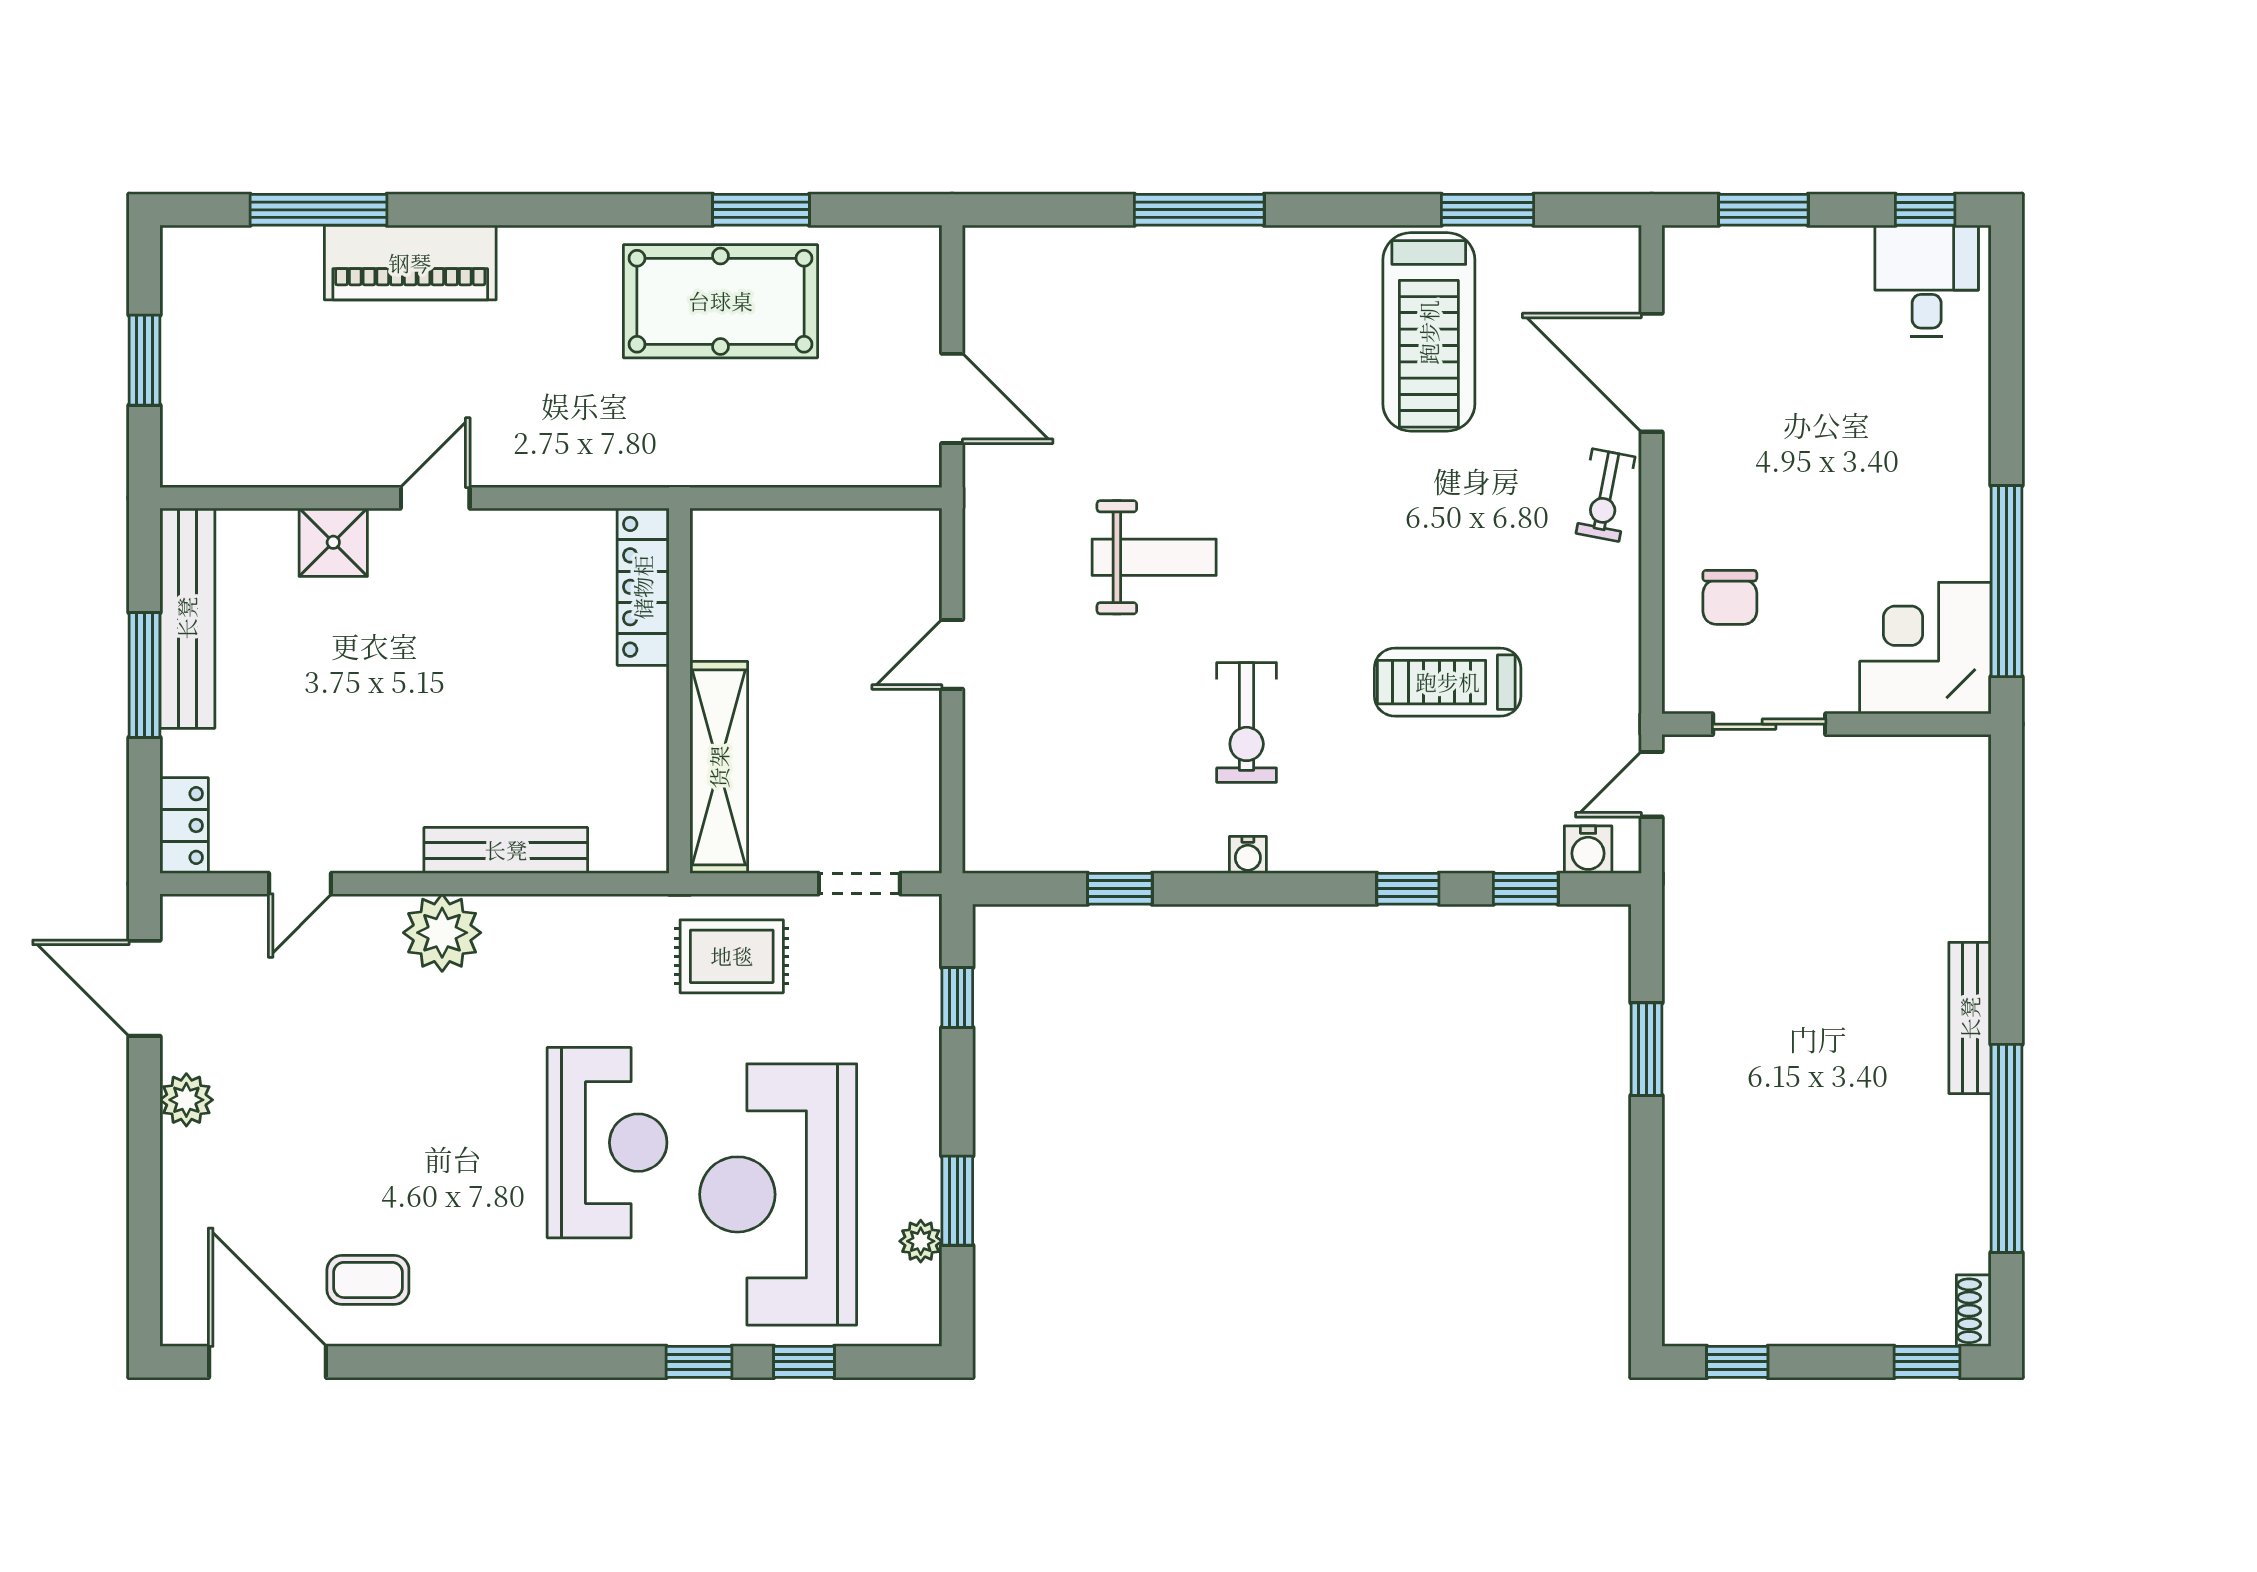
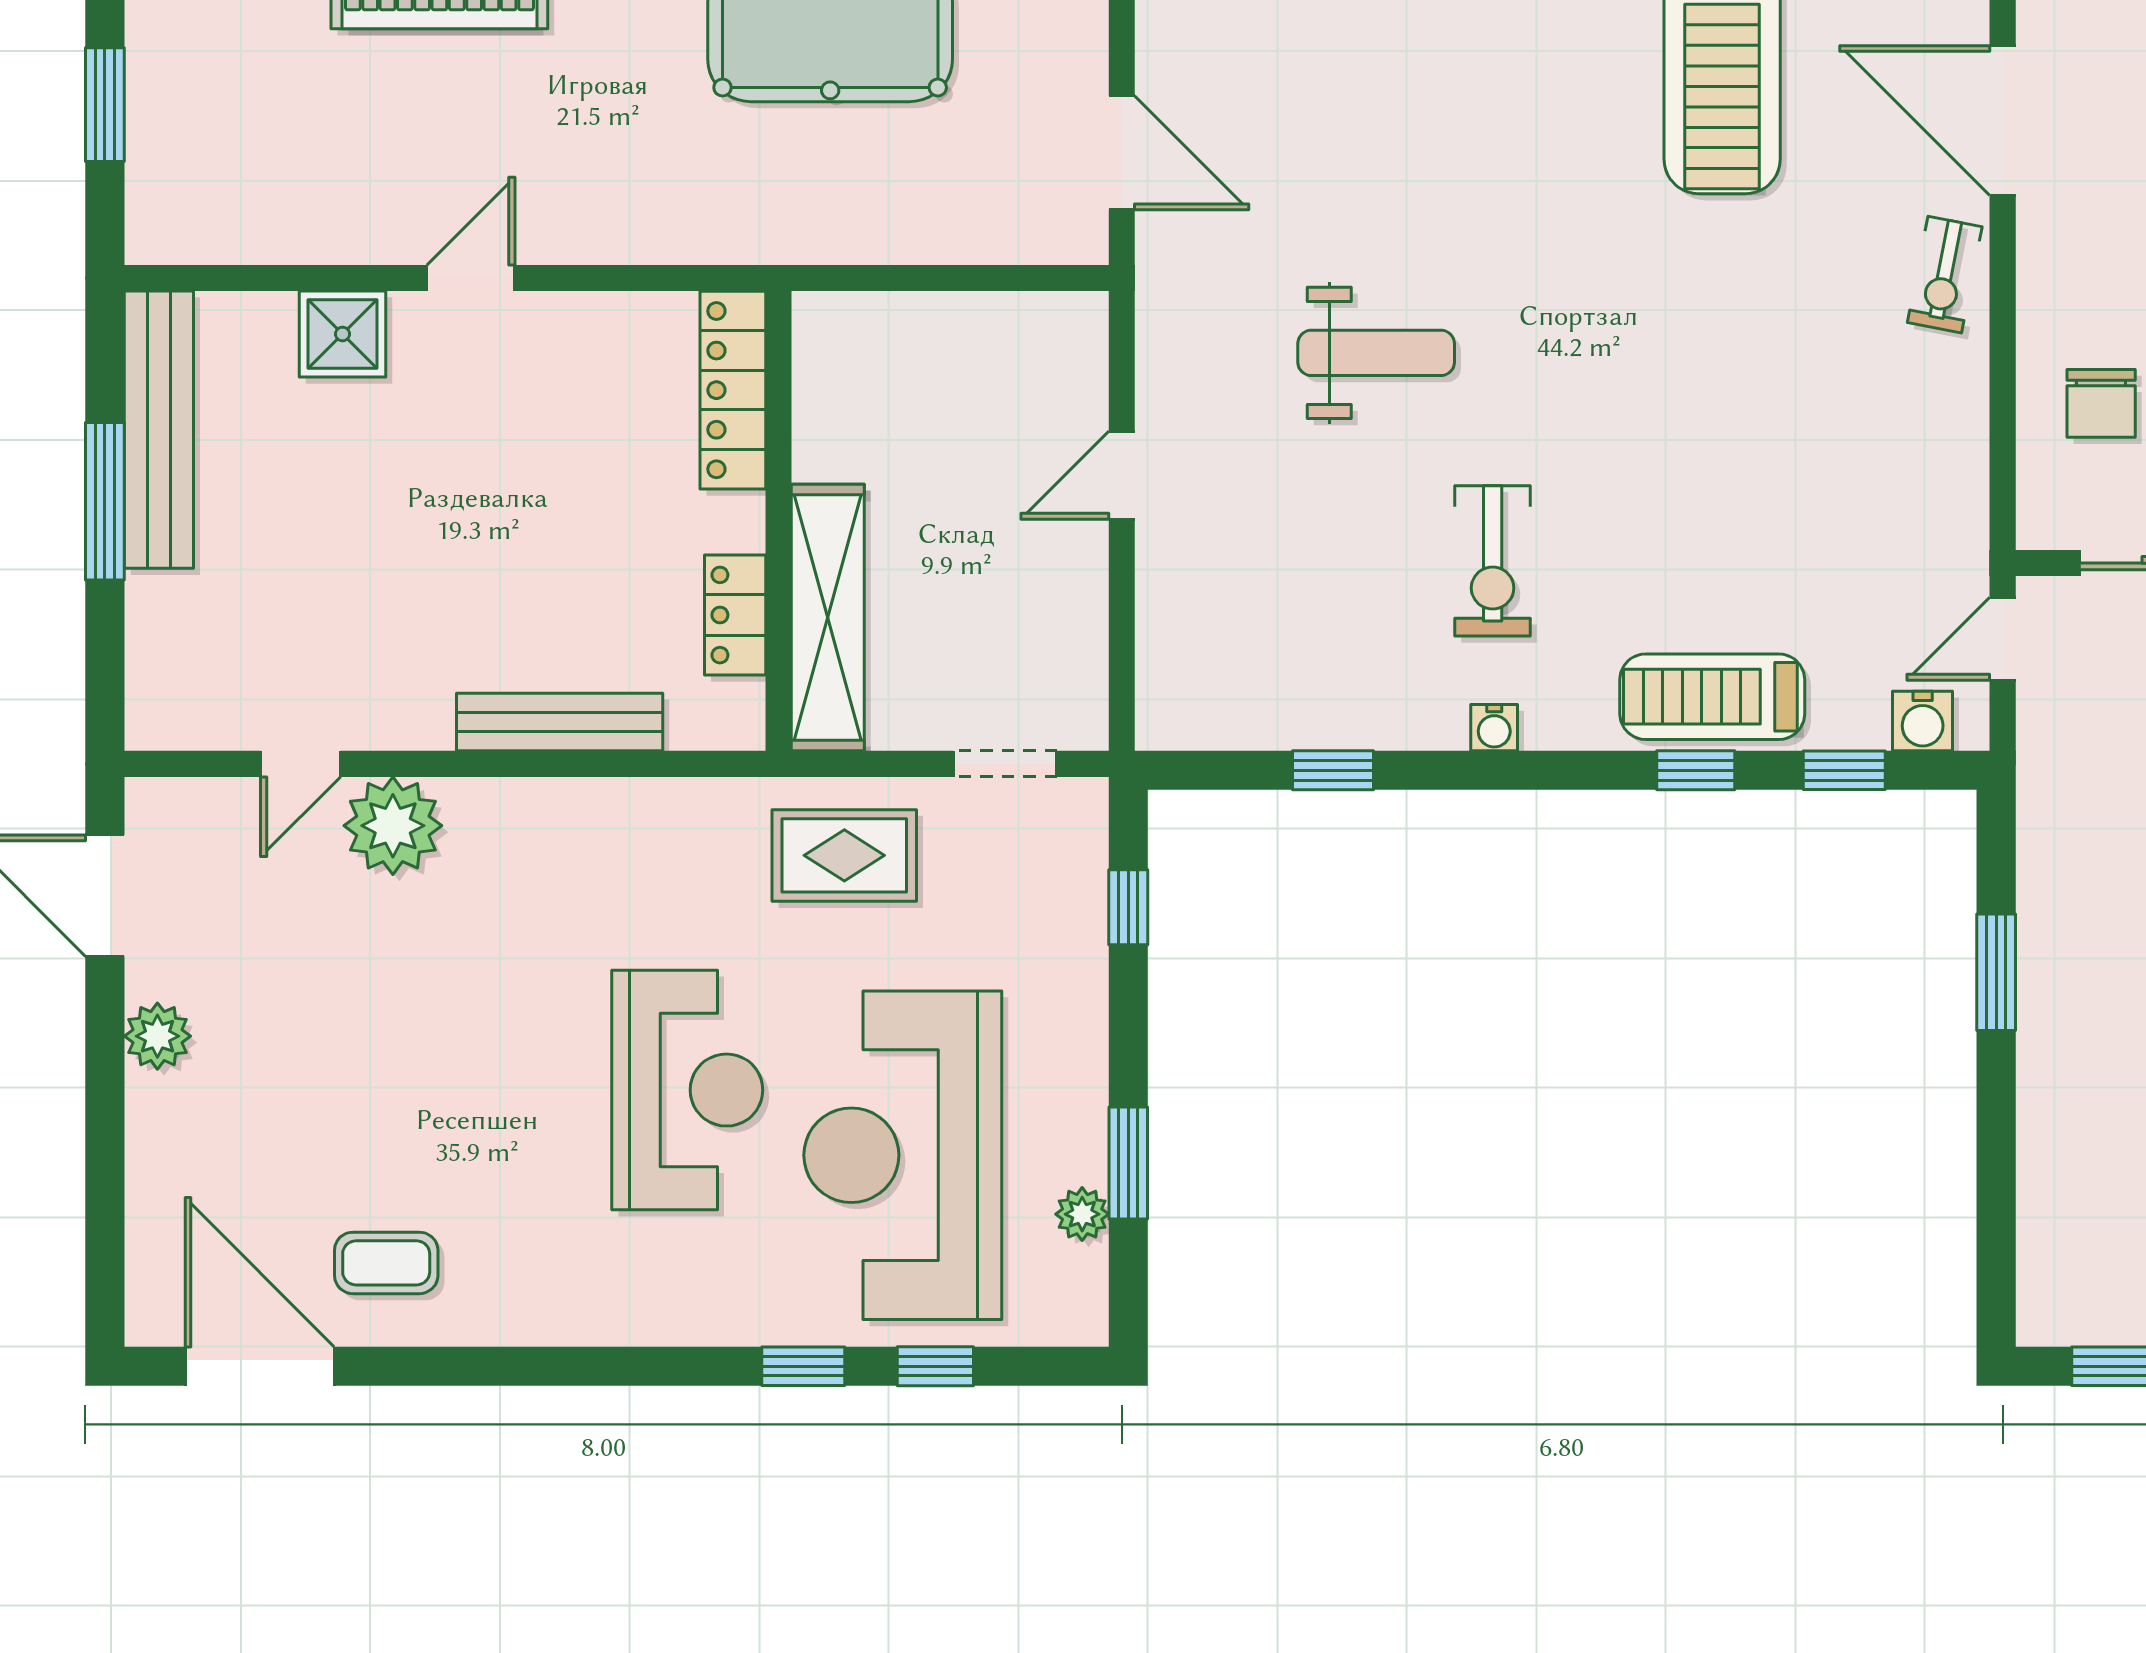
treadmill: (1448, 682) -> (1712, 697), moved
locker: (184, 826) -> (735, 615), moved, turned 180
plant: (442, 933) -> (393, 826), moved

